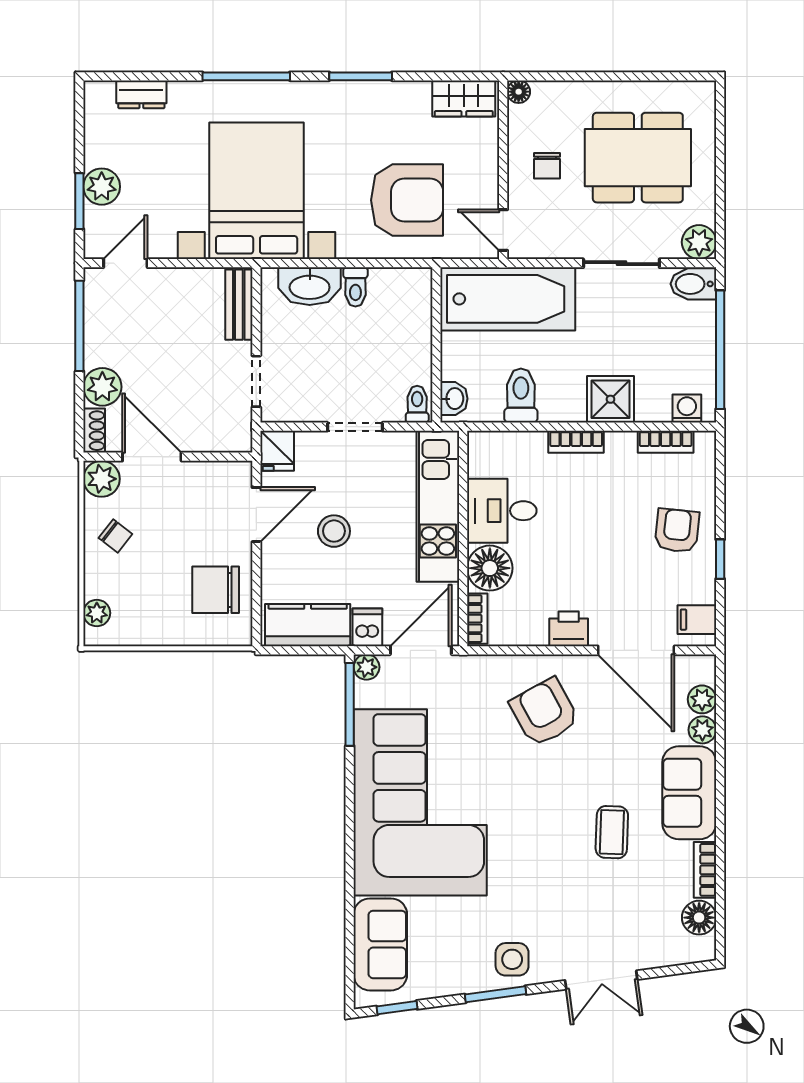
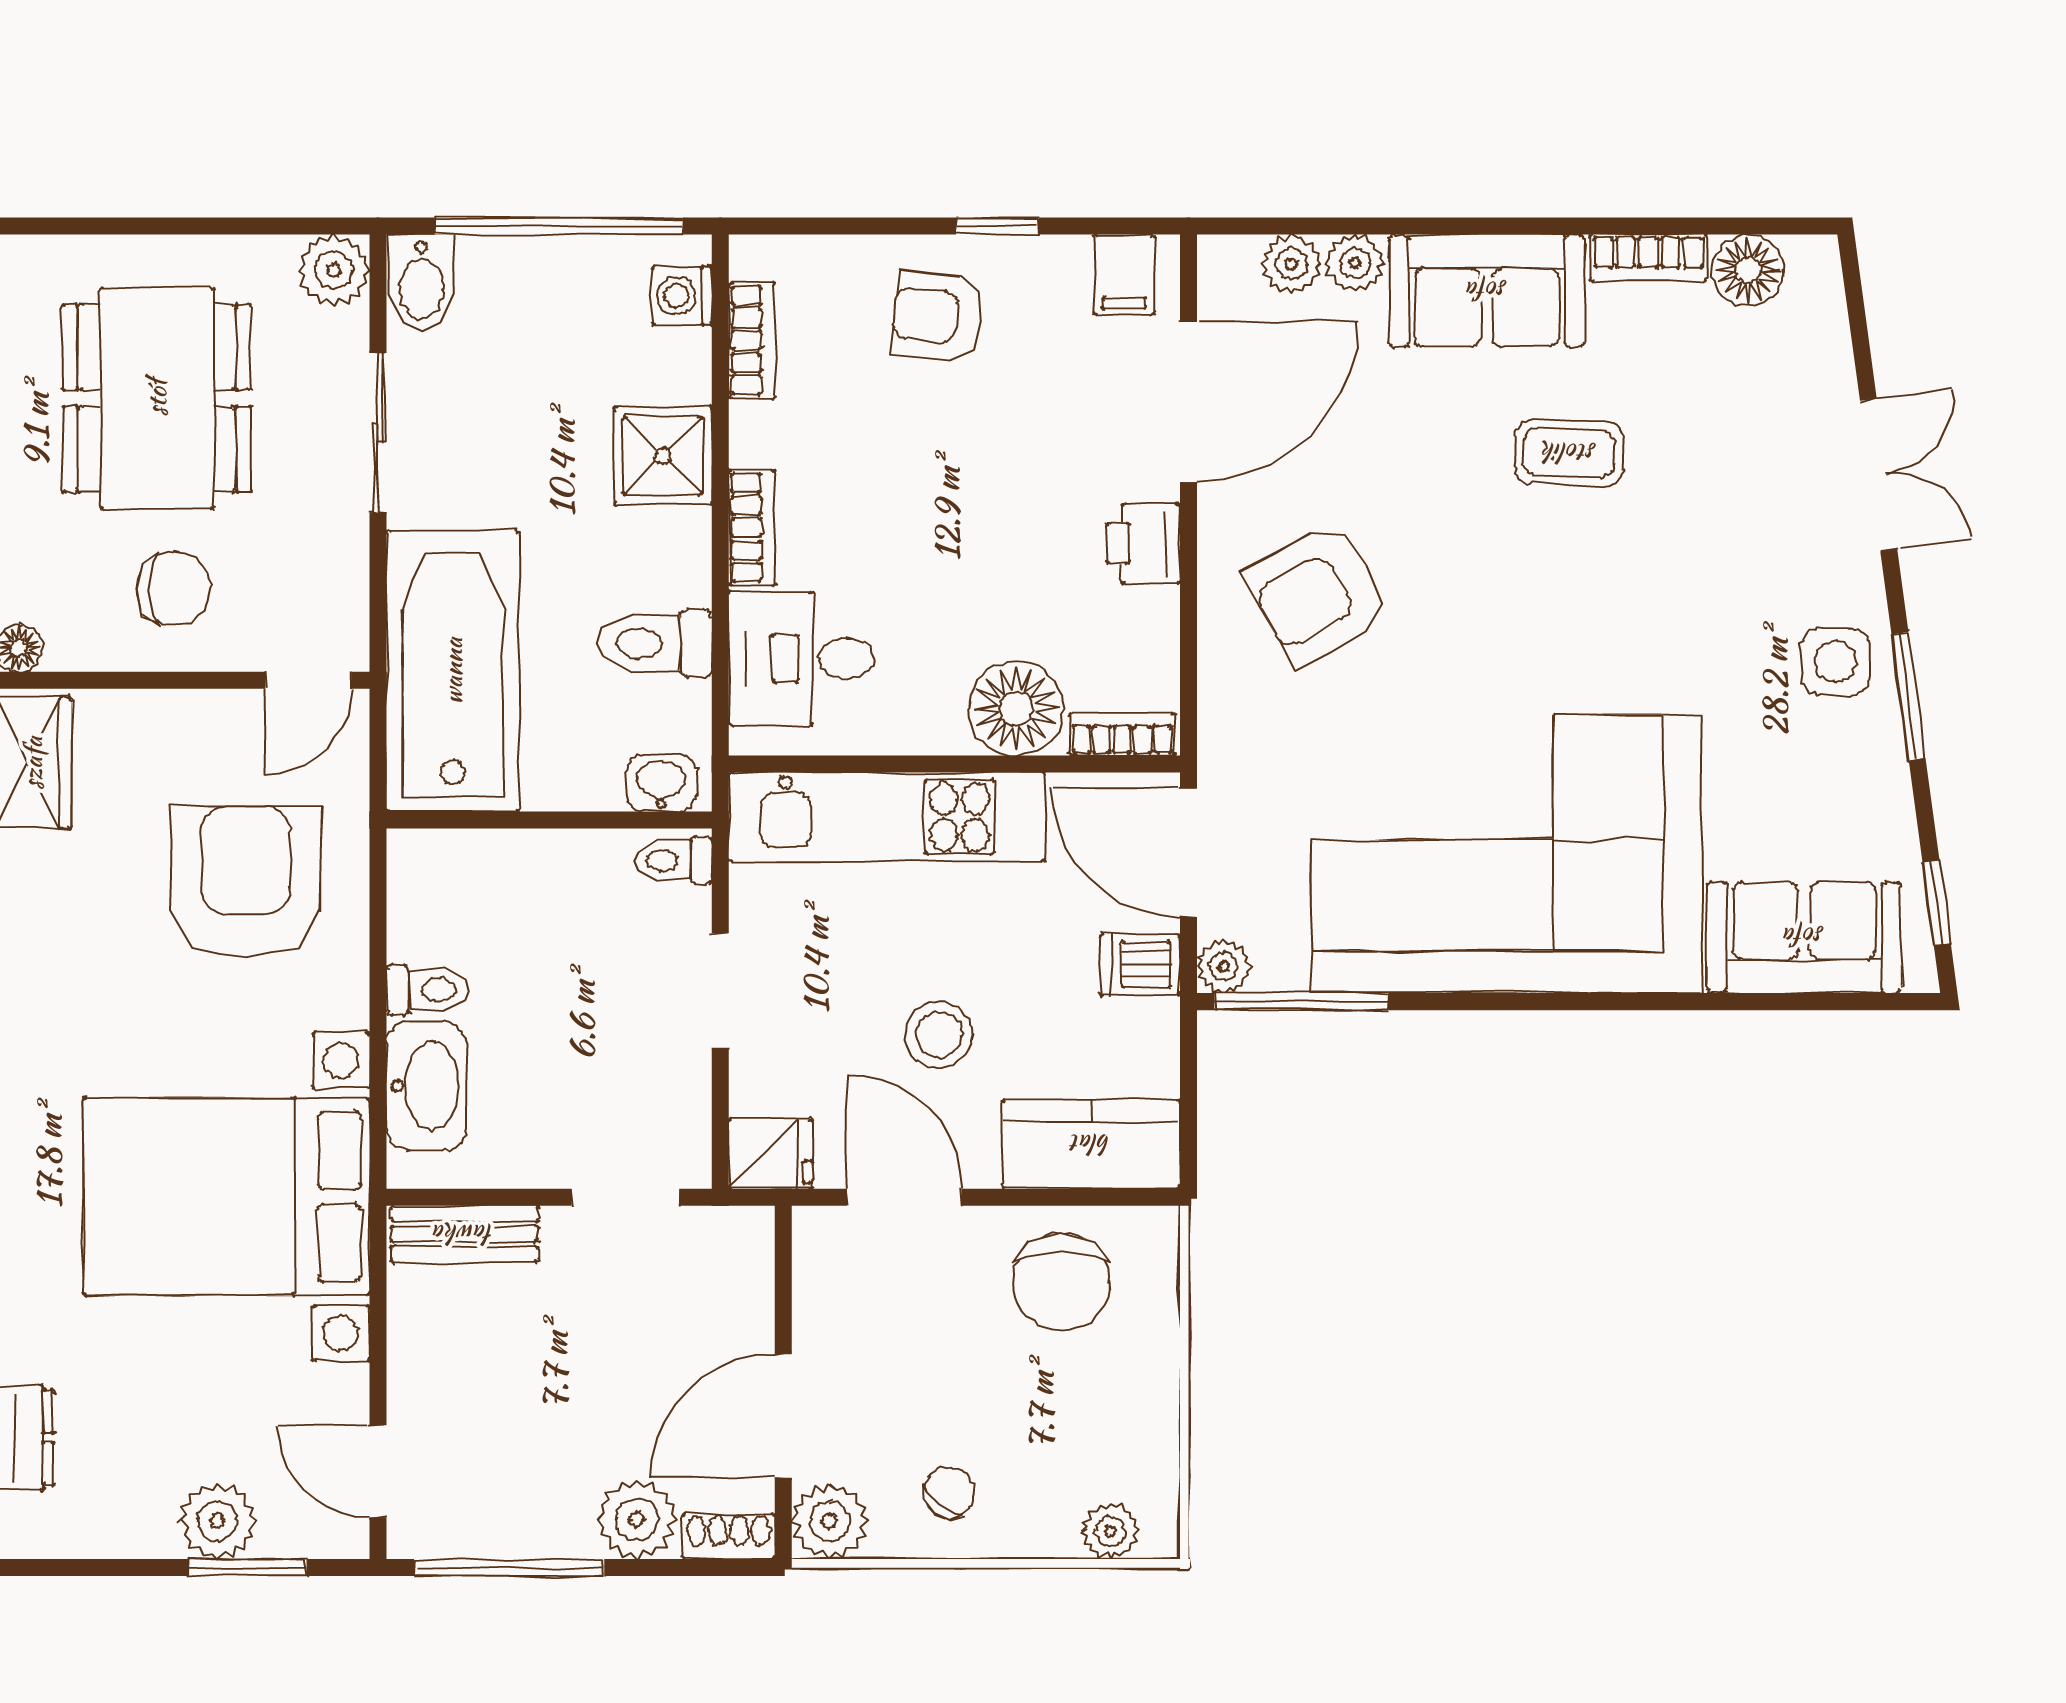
chair: (547, 166) -> (174, 589), width x1.37, depth x1.37
desk: (502, 511) -> (801, 658), moved, turned 90
kitchen counter: (308, 625) -> (1091, 1144), moved, turned 90

